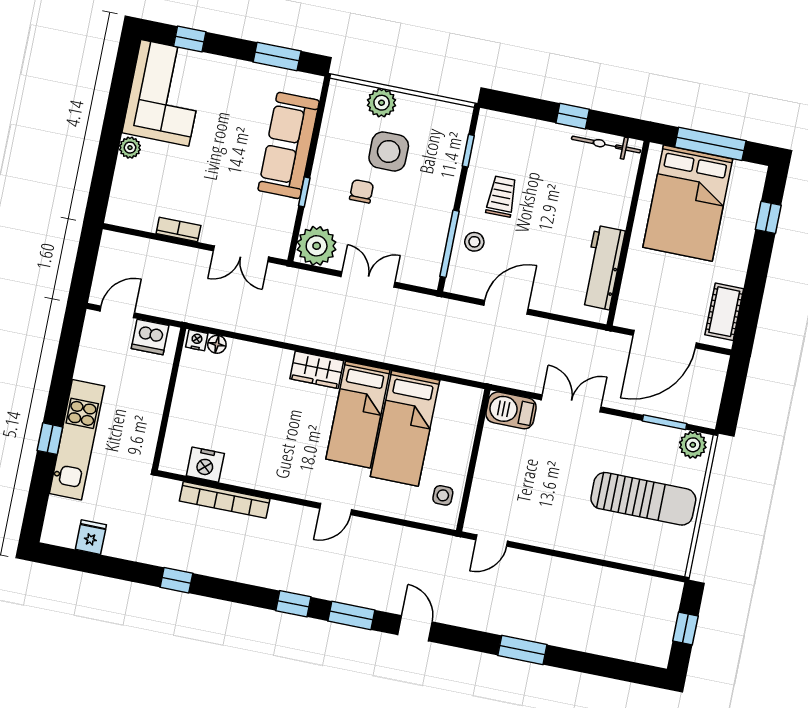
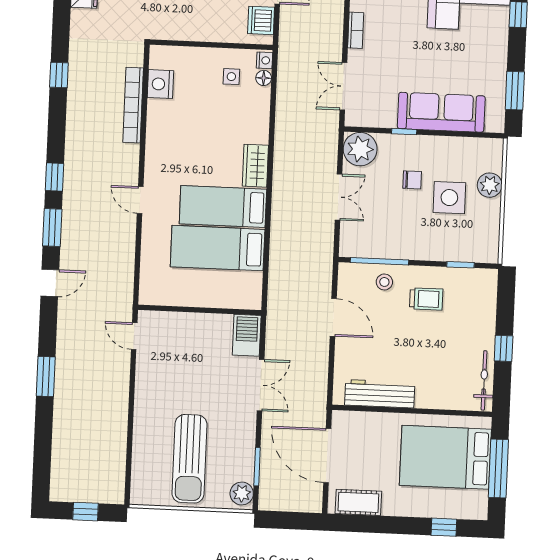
side table: (443, 495) -> (231, 77), moved

